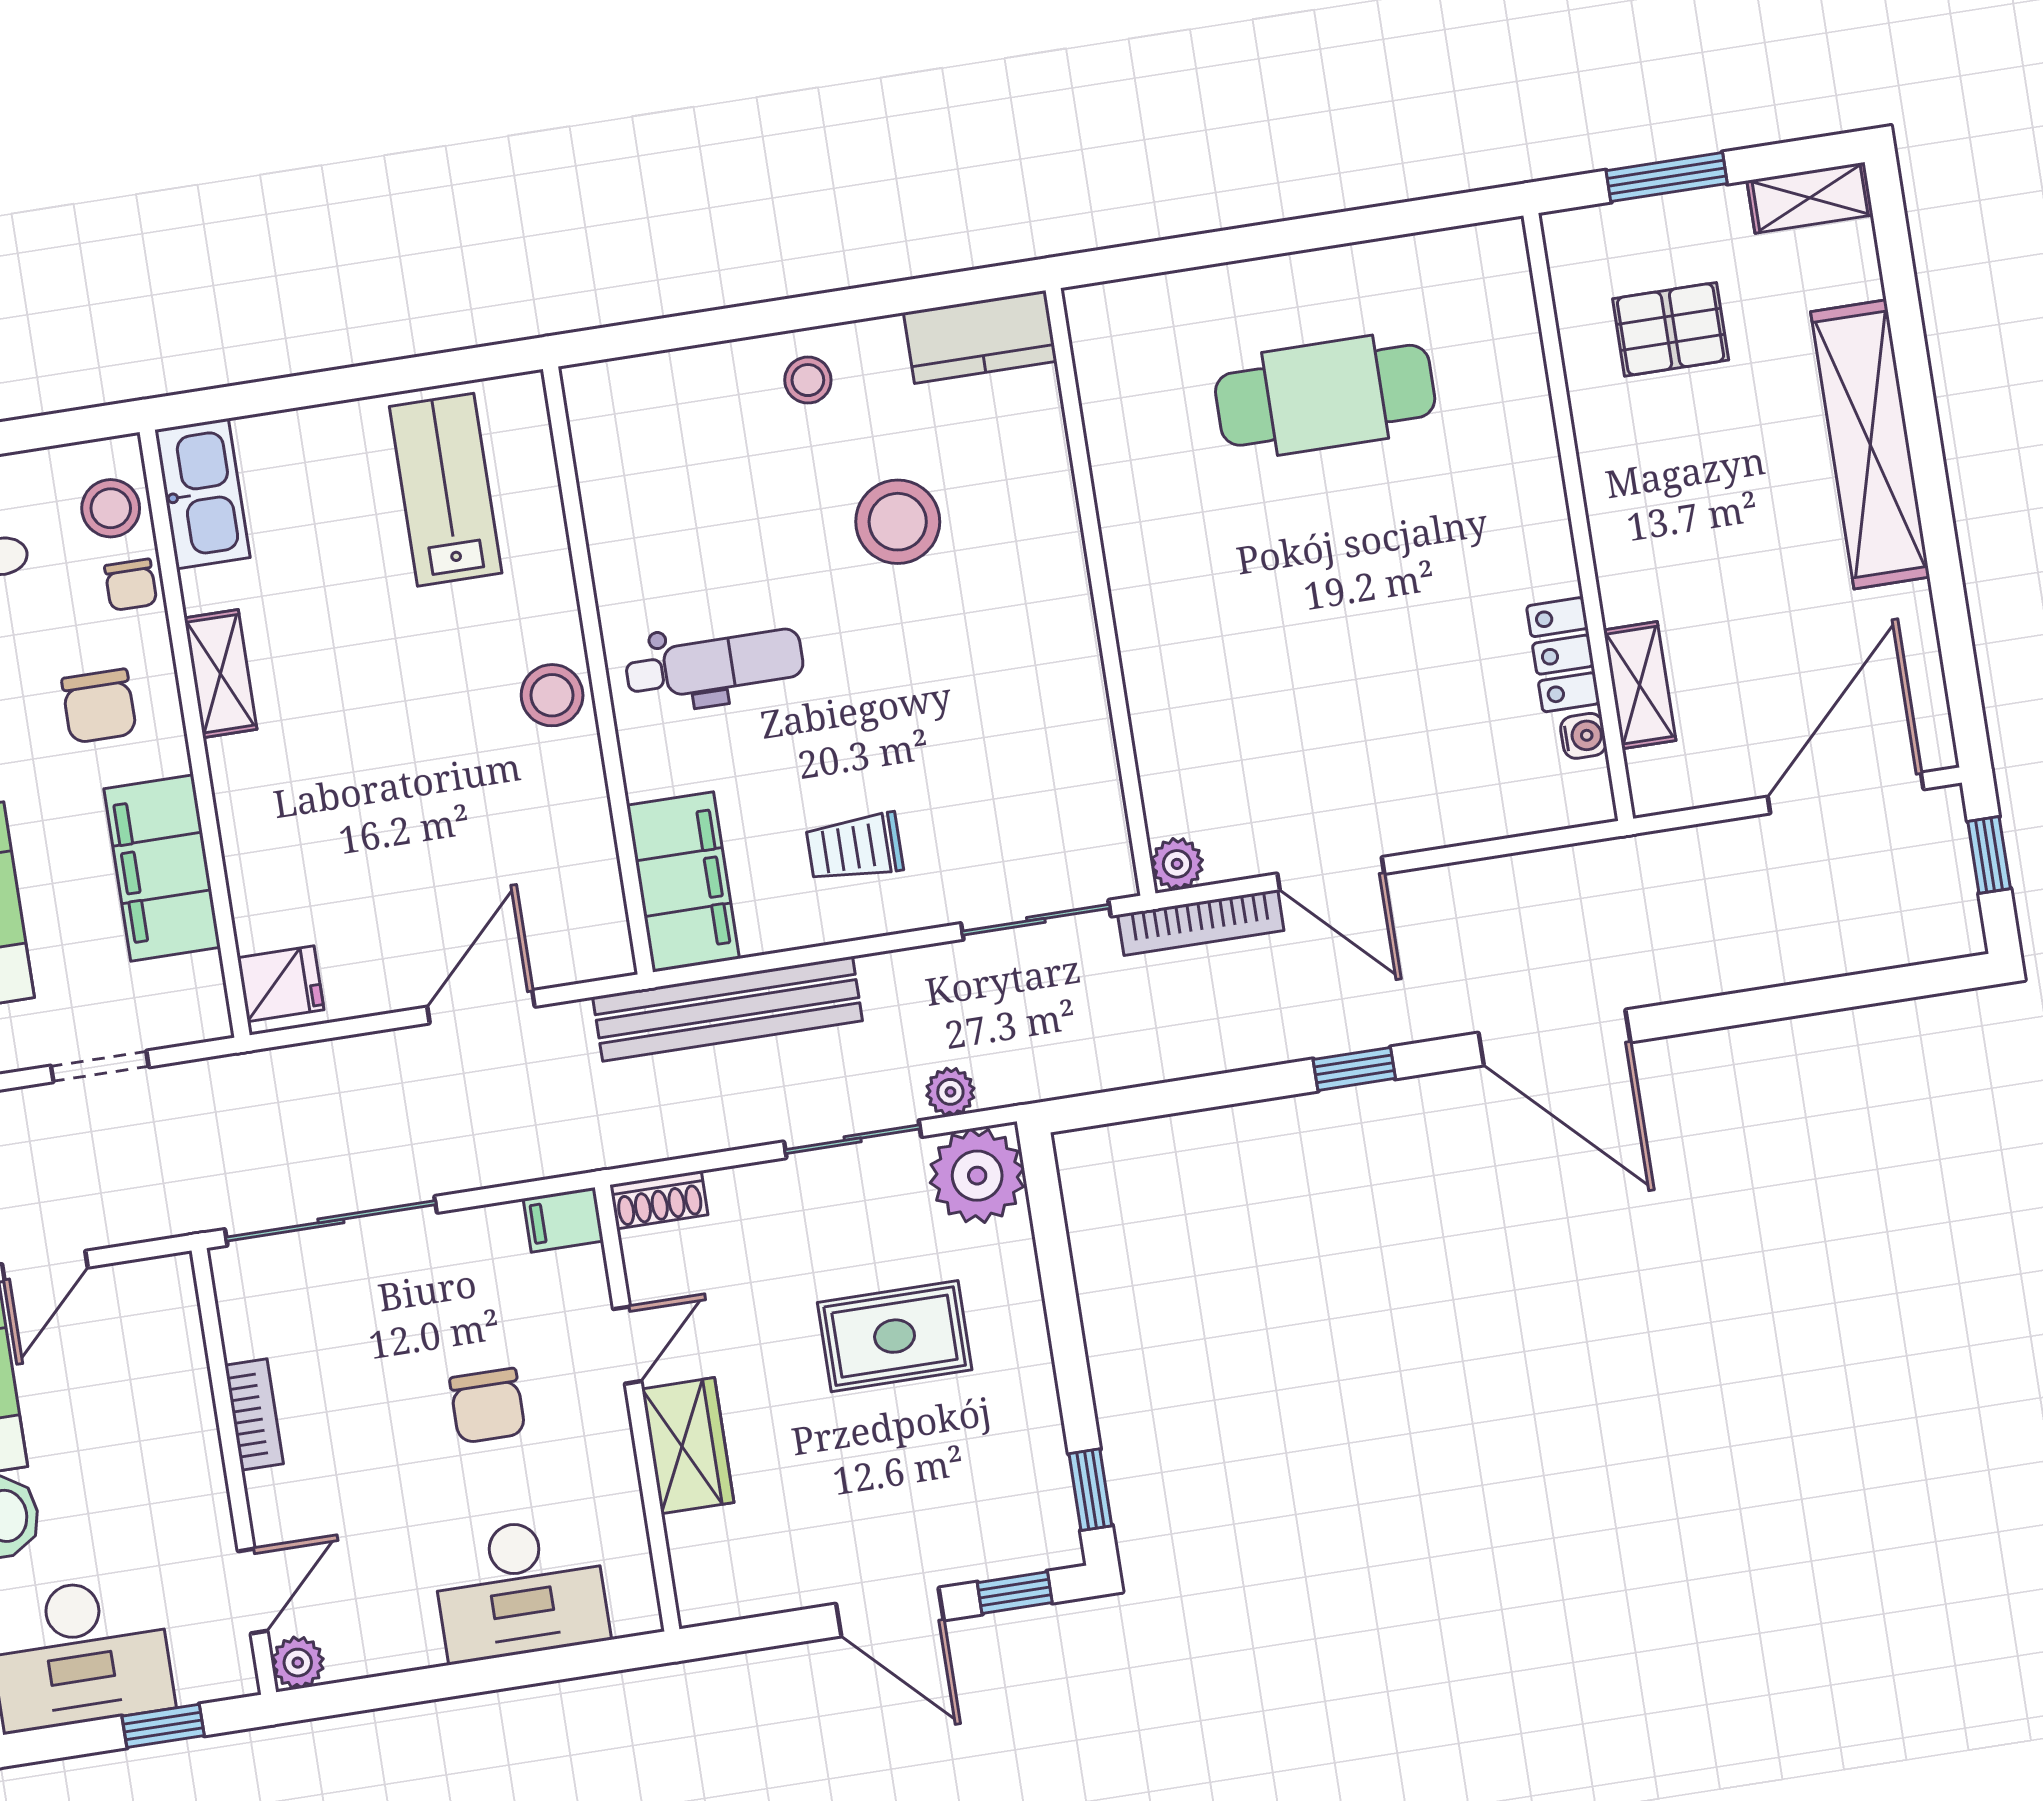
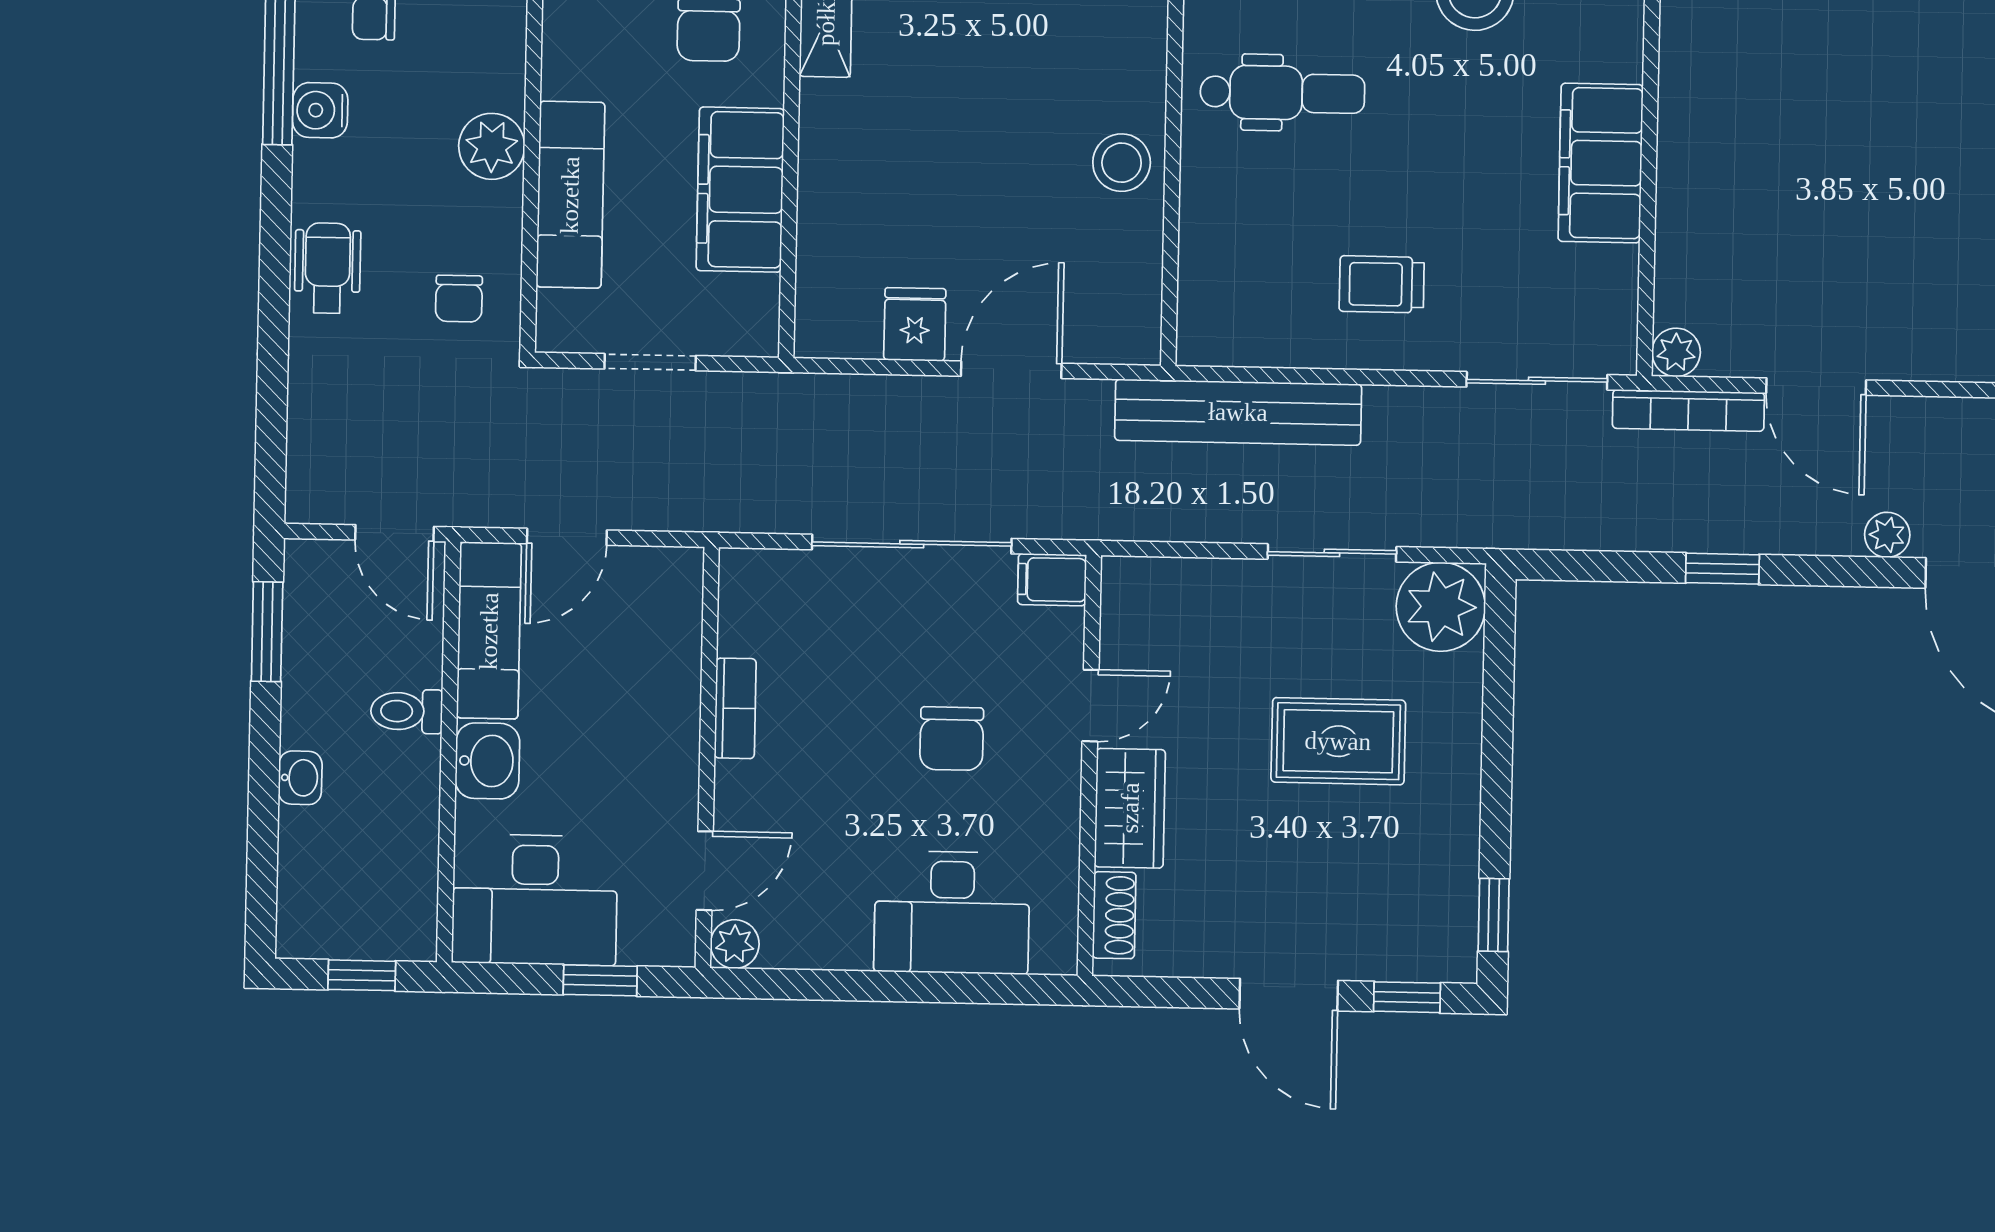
stool: (552, 695) -> (1122, 163), moved
filing cabinet: (683, 882) -> (1601, 163), moved, turned 180
fridge: (281, 984) -> (915, 324), moved, turned -90
window: (1354, 1069) -> (1722, 569), moved
plant: (950, 1092) -> (1887, 535), moved
shoe rack: (659, 1200) -> (1114, 915), moved, turned -90
sliding door: (331, 1221) -> (912, 544), moved

